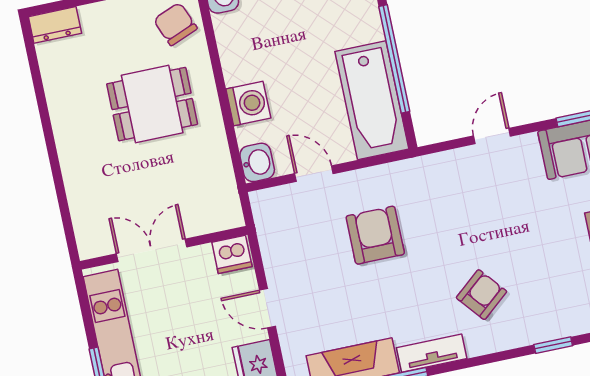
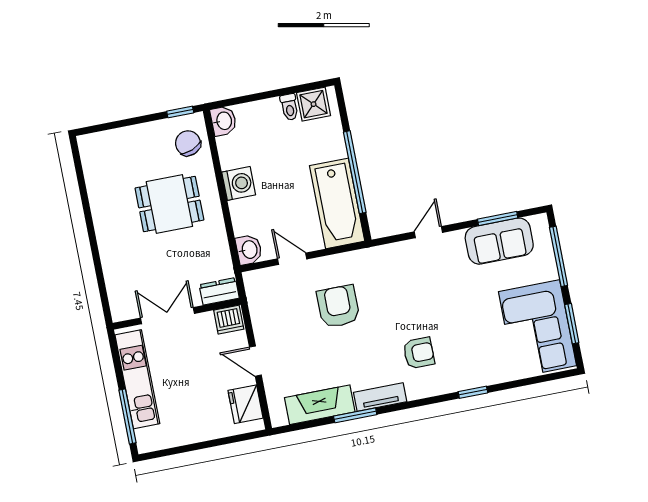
dresser: (55, 25) -> (219, 291), moved, turned 180
washing machine: (248, 103) -> (239, 183), moved
armchair: (481, 295) -> (419, 353), turned 40

